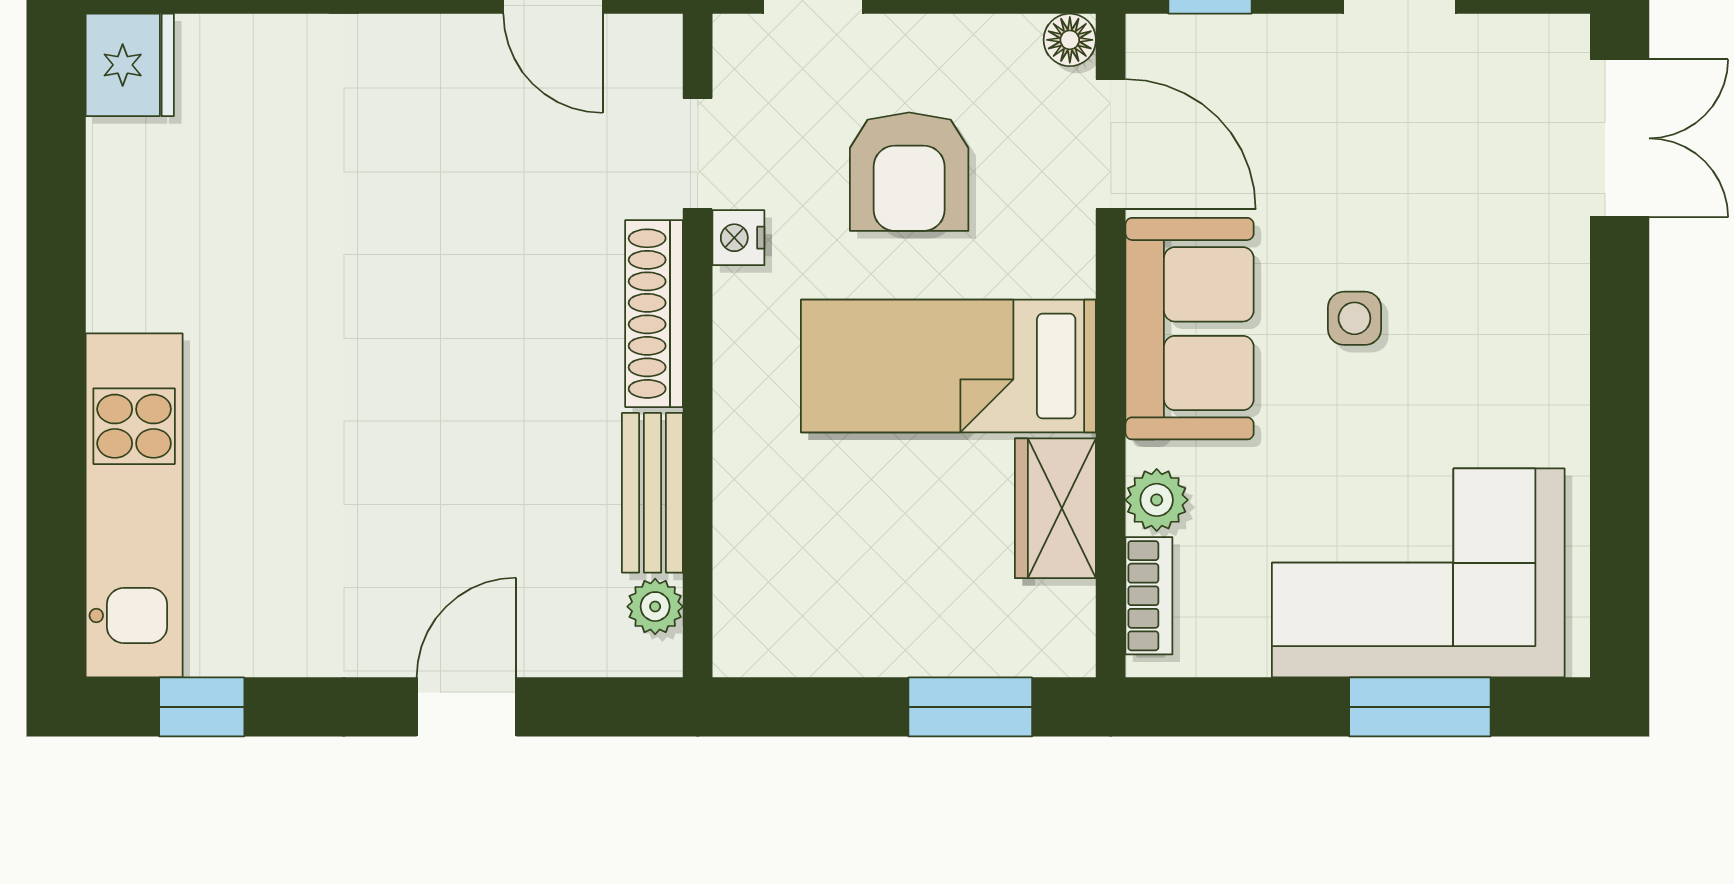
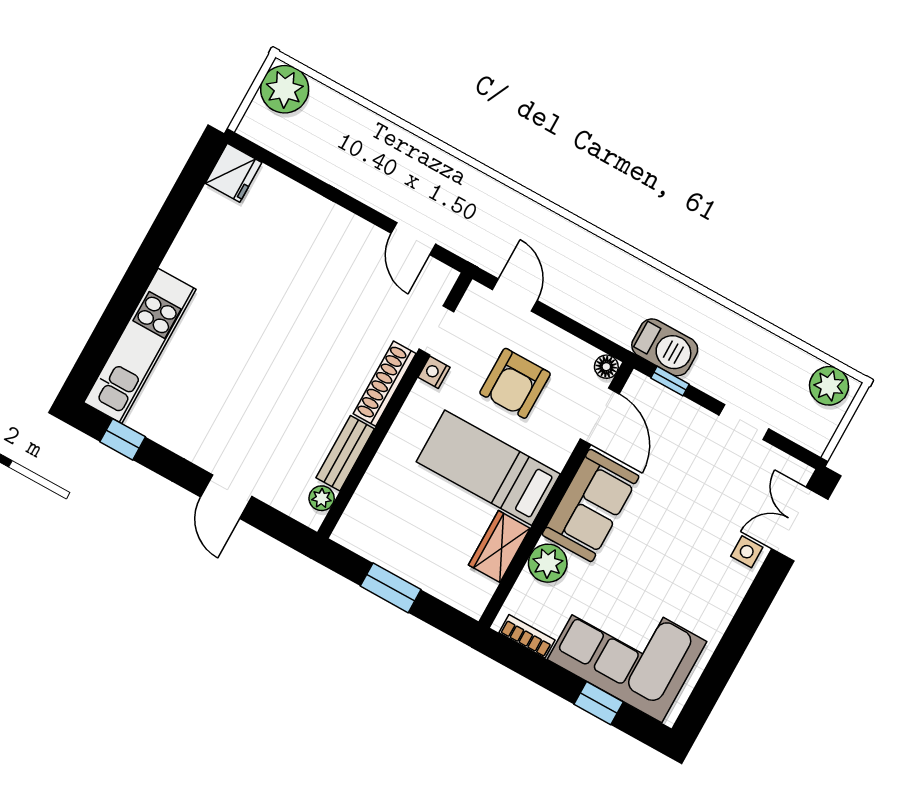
double door: (1620, 138) -> (800, 524), swing flipped
side table: (1354, 318) -> (747, 552), moved
plant: (1157, 500) -> (548, 563), width x1.38, depth x1.38
bookcase: (1149, 596) -> (527, 636), moved, turned -90
door: (467, 707) -> (226, 497), swing flipped
window: (970, 707) -> (391, 588), moved
window: (1420, 707) -> (599, 703), width x0.67

